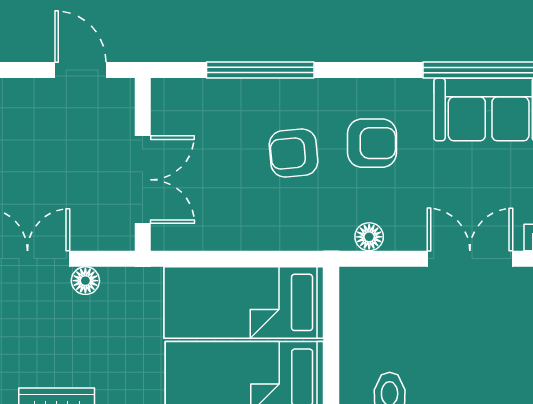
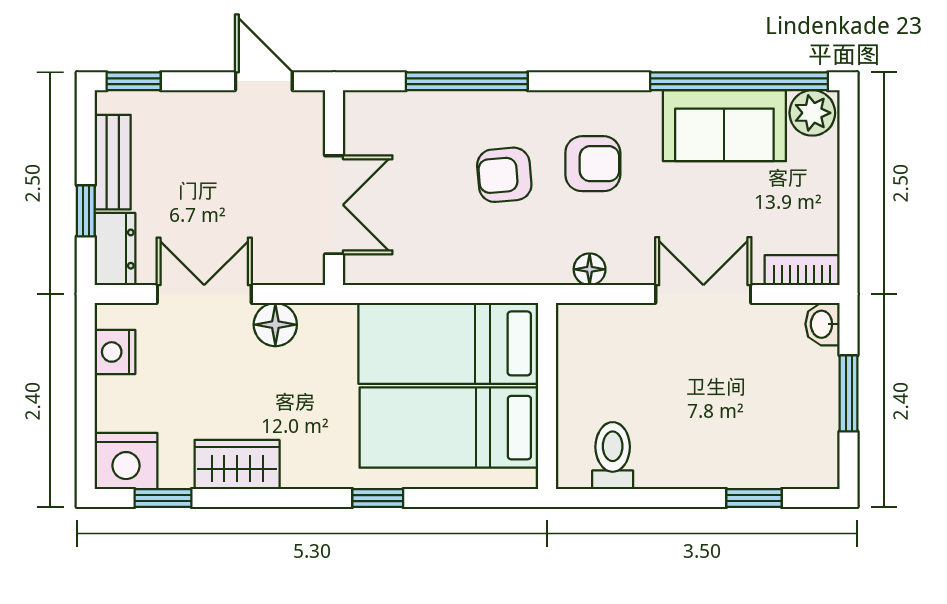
floor lamp: (85, 281) -> (275, 325), width x1.37, depth x1.37

